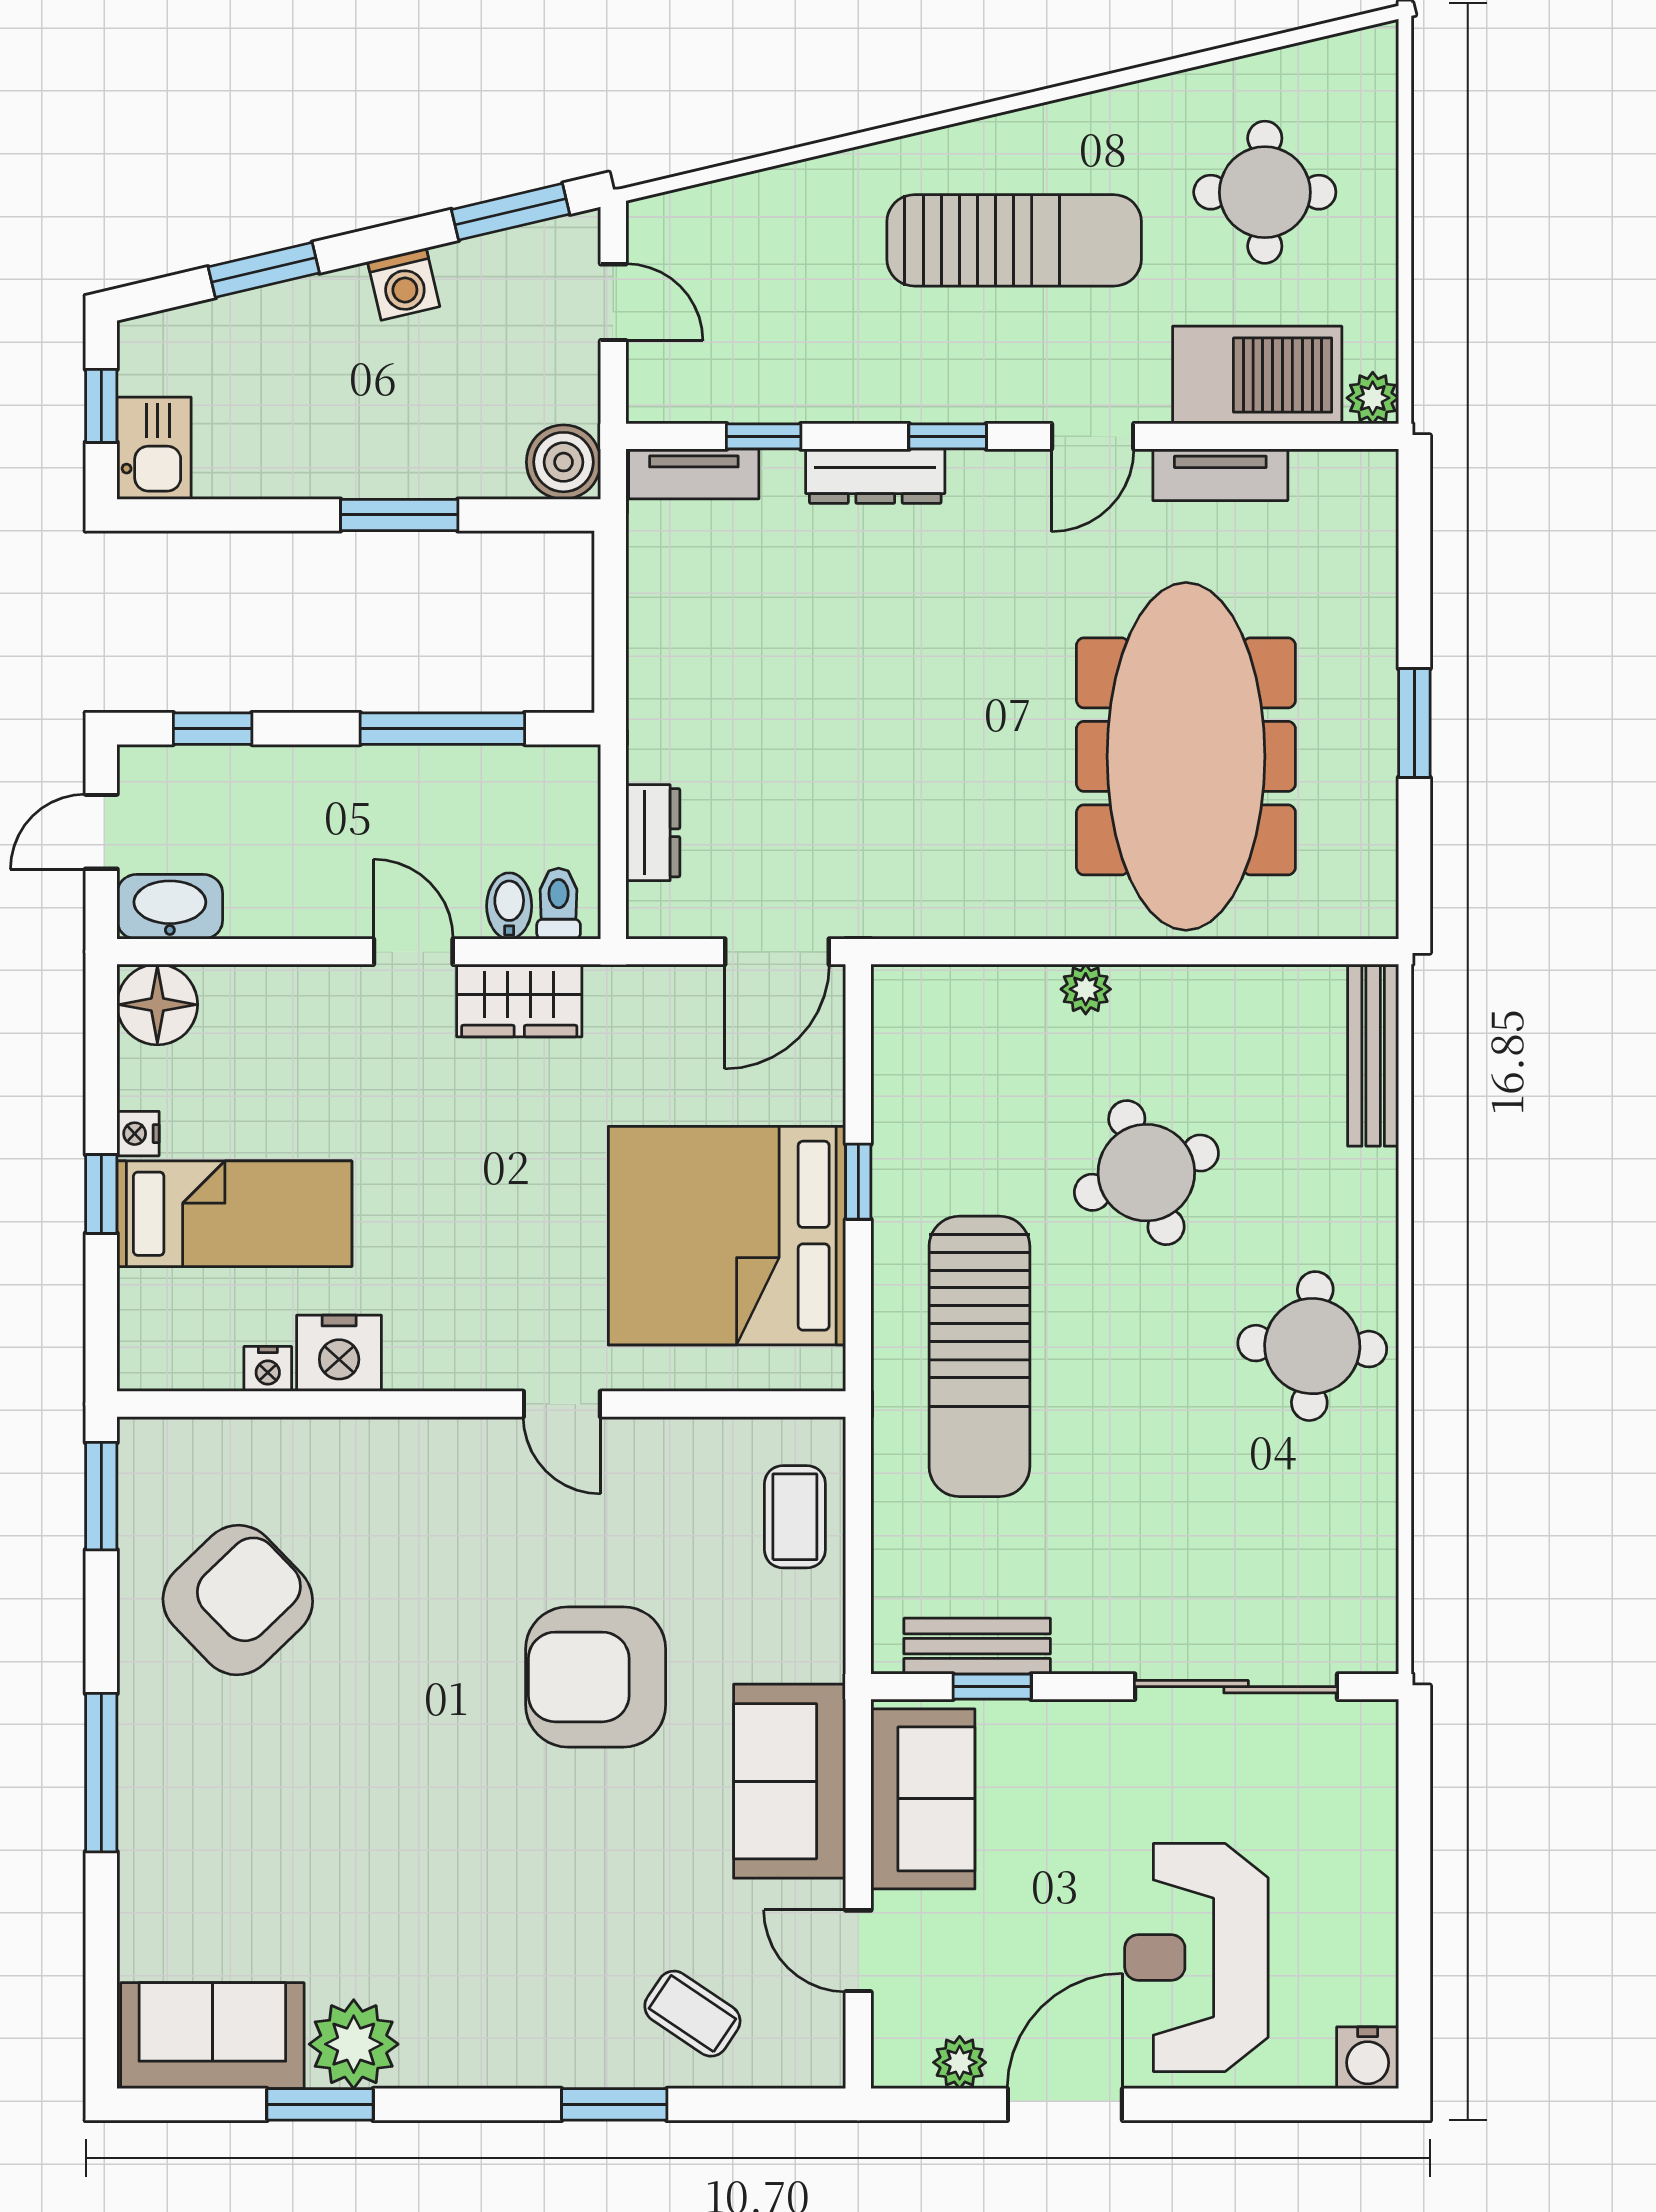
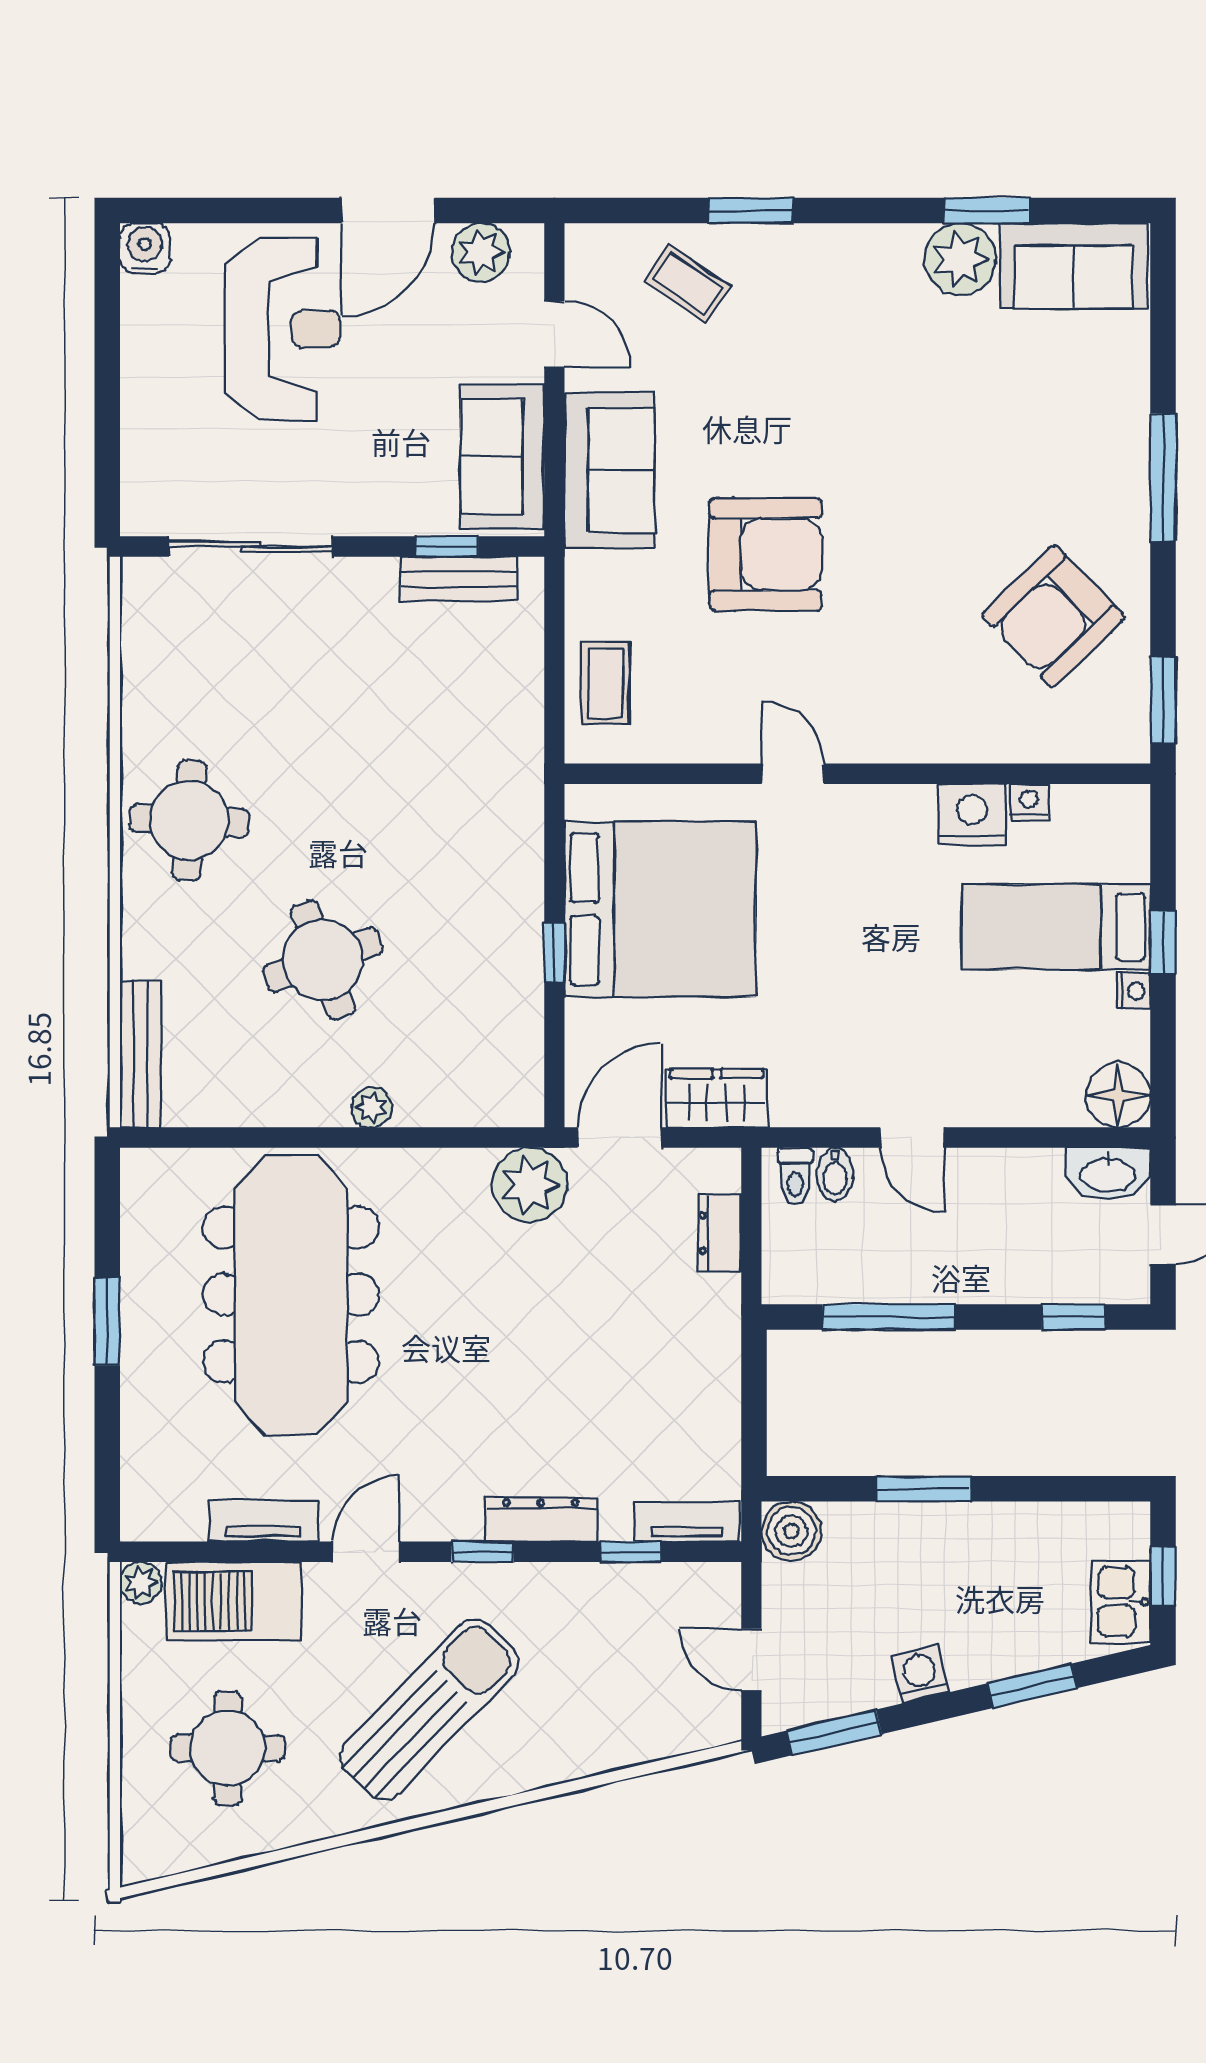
sun lounger: (1014, 240) -> (429, 1709), turned 134
kitchen sink: (154, 448) -> (1121, 1602), moved
plant: (889, 893) -> (530, 1185), added
wardrobe: (519, 1001) -> (717, 1098), moved
sun lounger: (979, 1356) -> (457, 812), removed
plant: (960, 2062) -> (481, 252), width x1.38, depth x1.38

